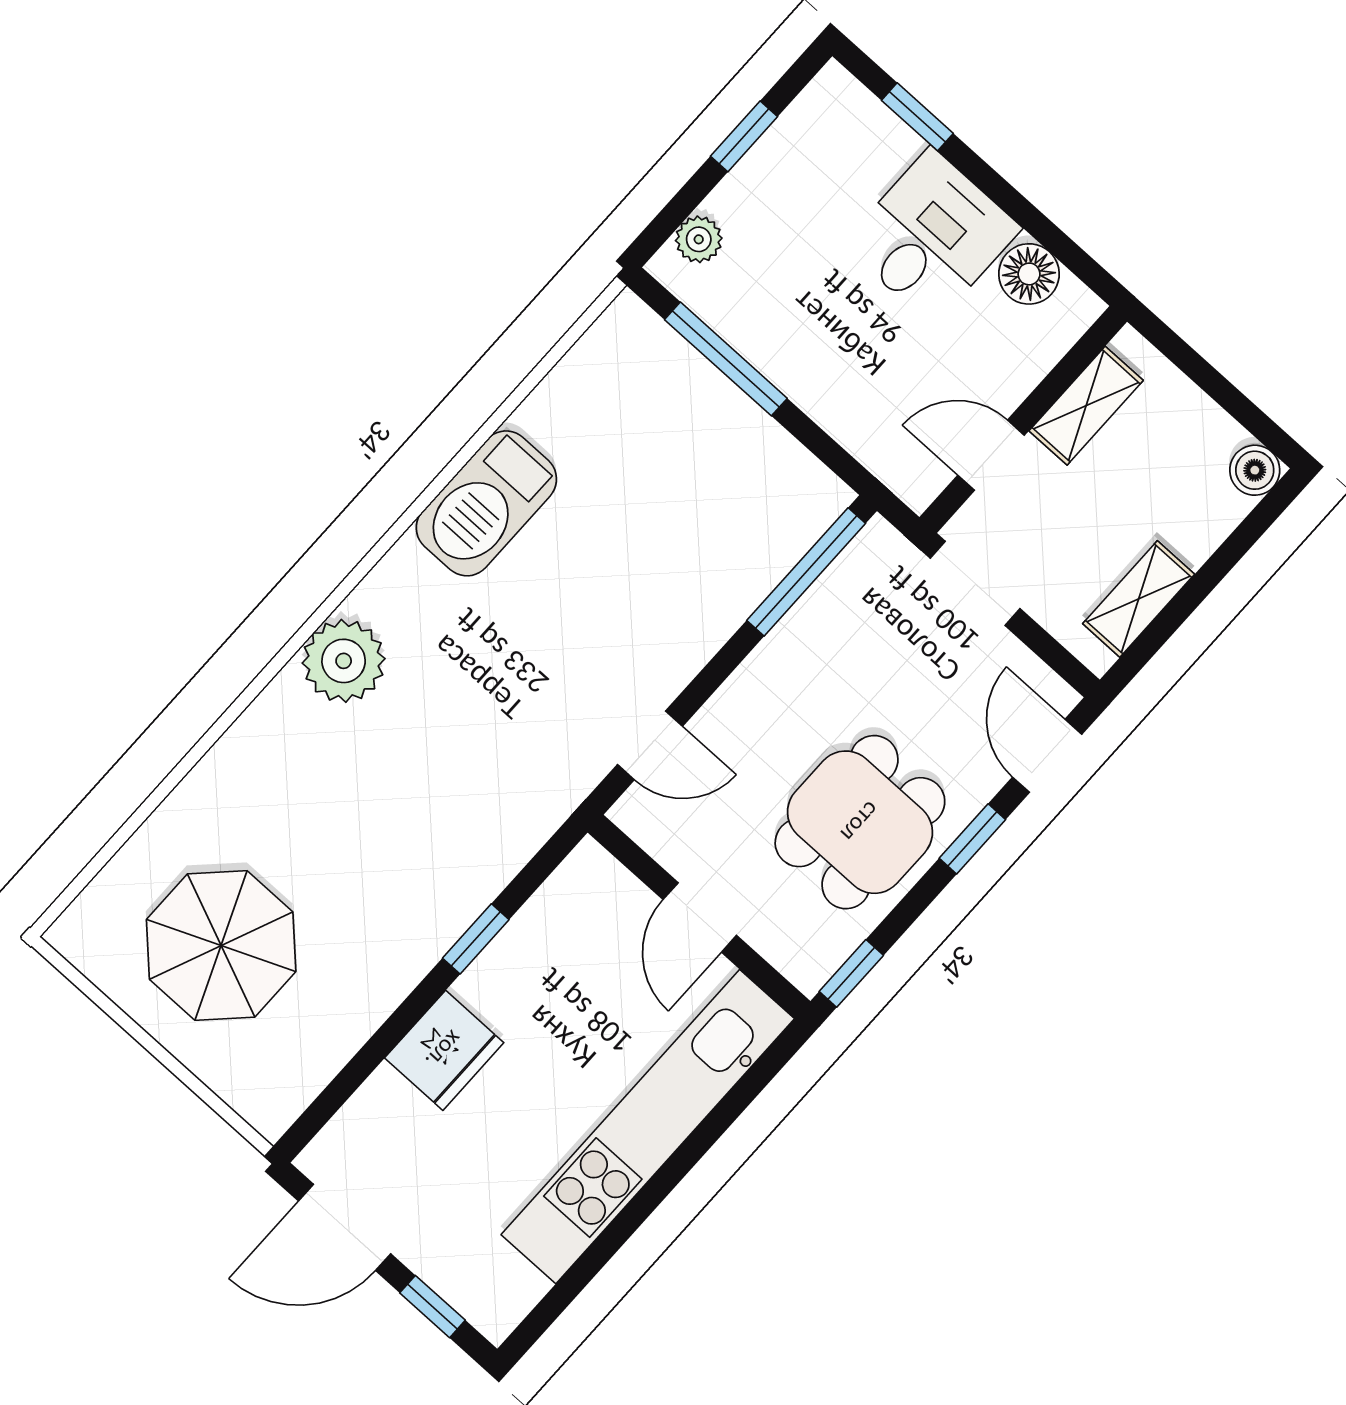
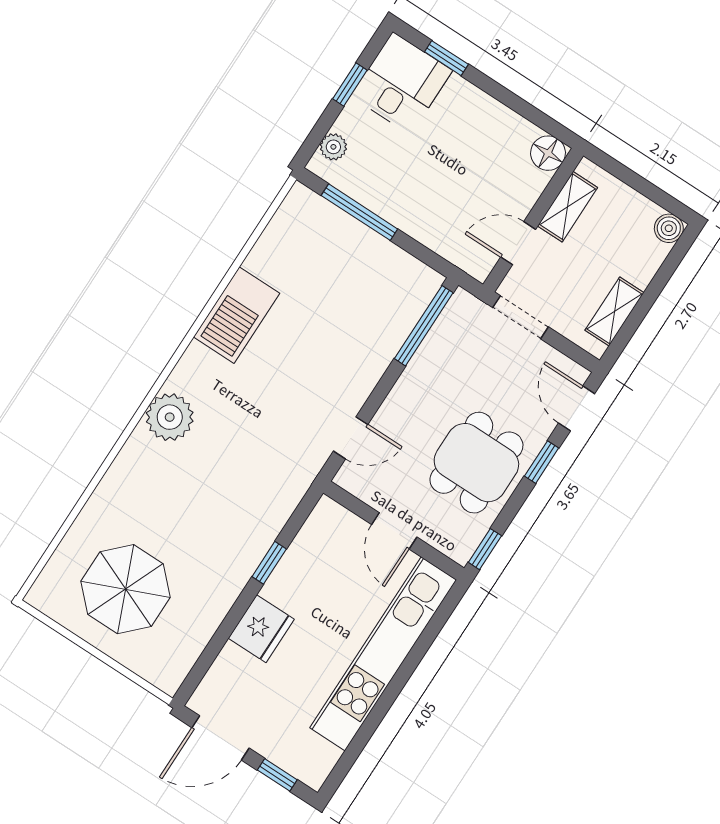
desk: (932, 236) -> (402, 83), moved
floor lamp: (1029, 274) -> (548, 153), moved

